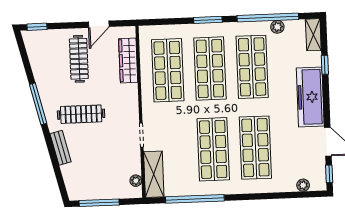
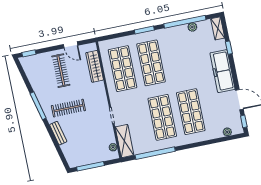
door: (99, 24) -> (71, 45), hinge flipped
shop shelf: (252, 67) -> (180, 57), removed

